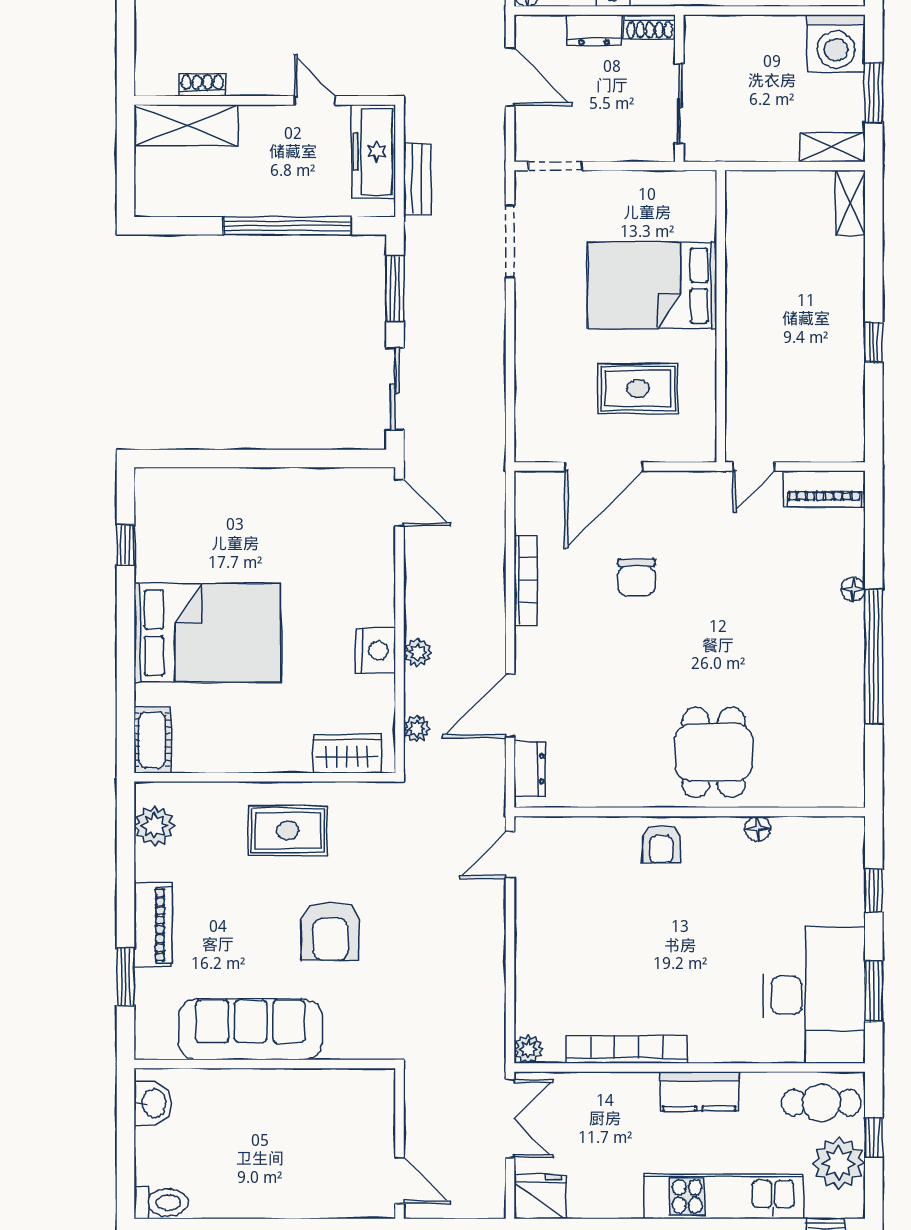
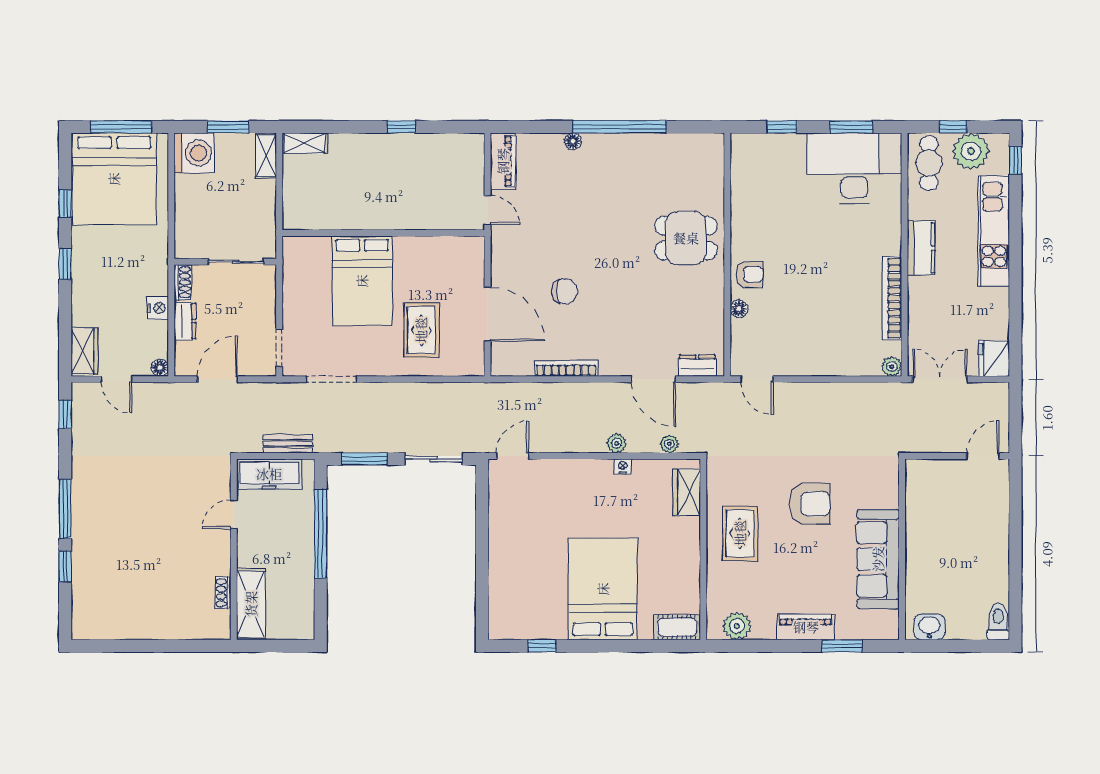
rug: (638, 388) -> (421, 330), moved
nightstand: (375, 651) -> (623, 467), width x0.53, depth x0.56
floor lamp: (758, 829) -> (739, 309), moved

